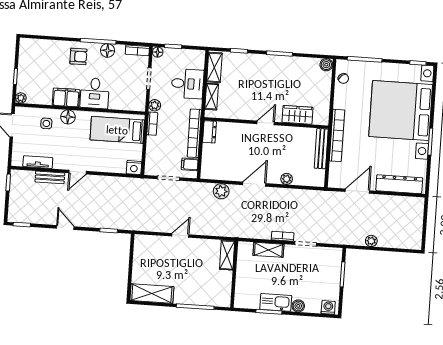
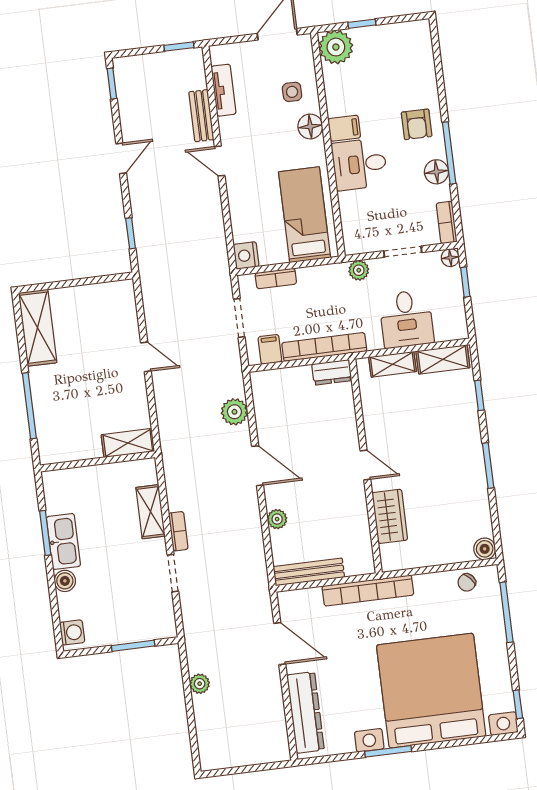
filing cabinet: (66, 97) -> (344, 128), width x0.50
plant: (21, 98) -> (336, 47), width x1.87, depth x1.87
bookcase: (152, 124) -> (276, 278), moved
bench: (321, 149) -> (309, 572), moved

